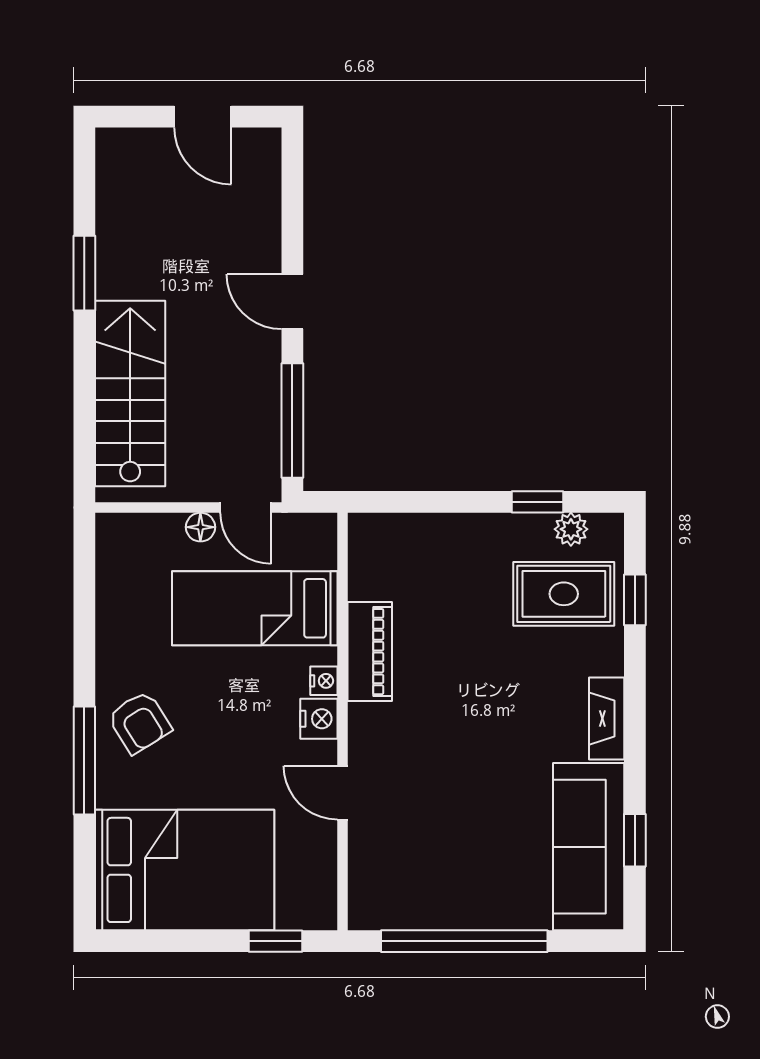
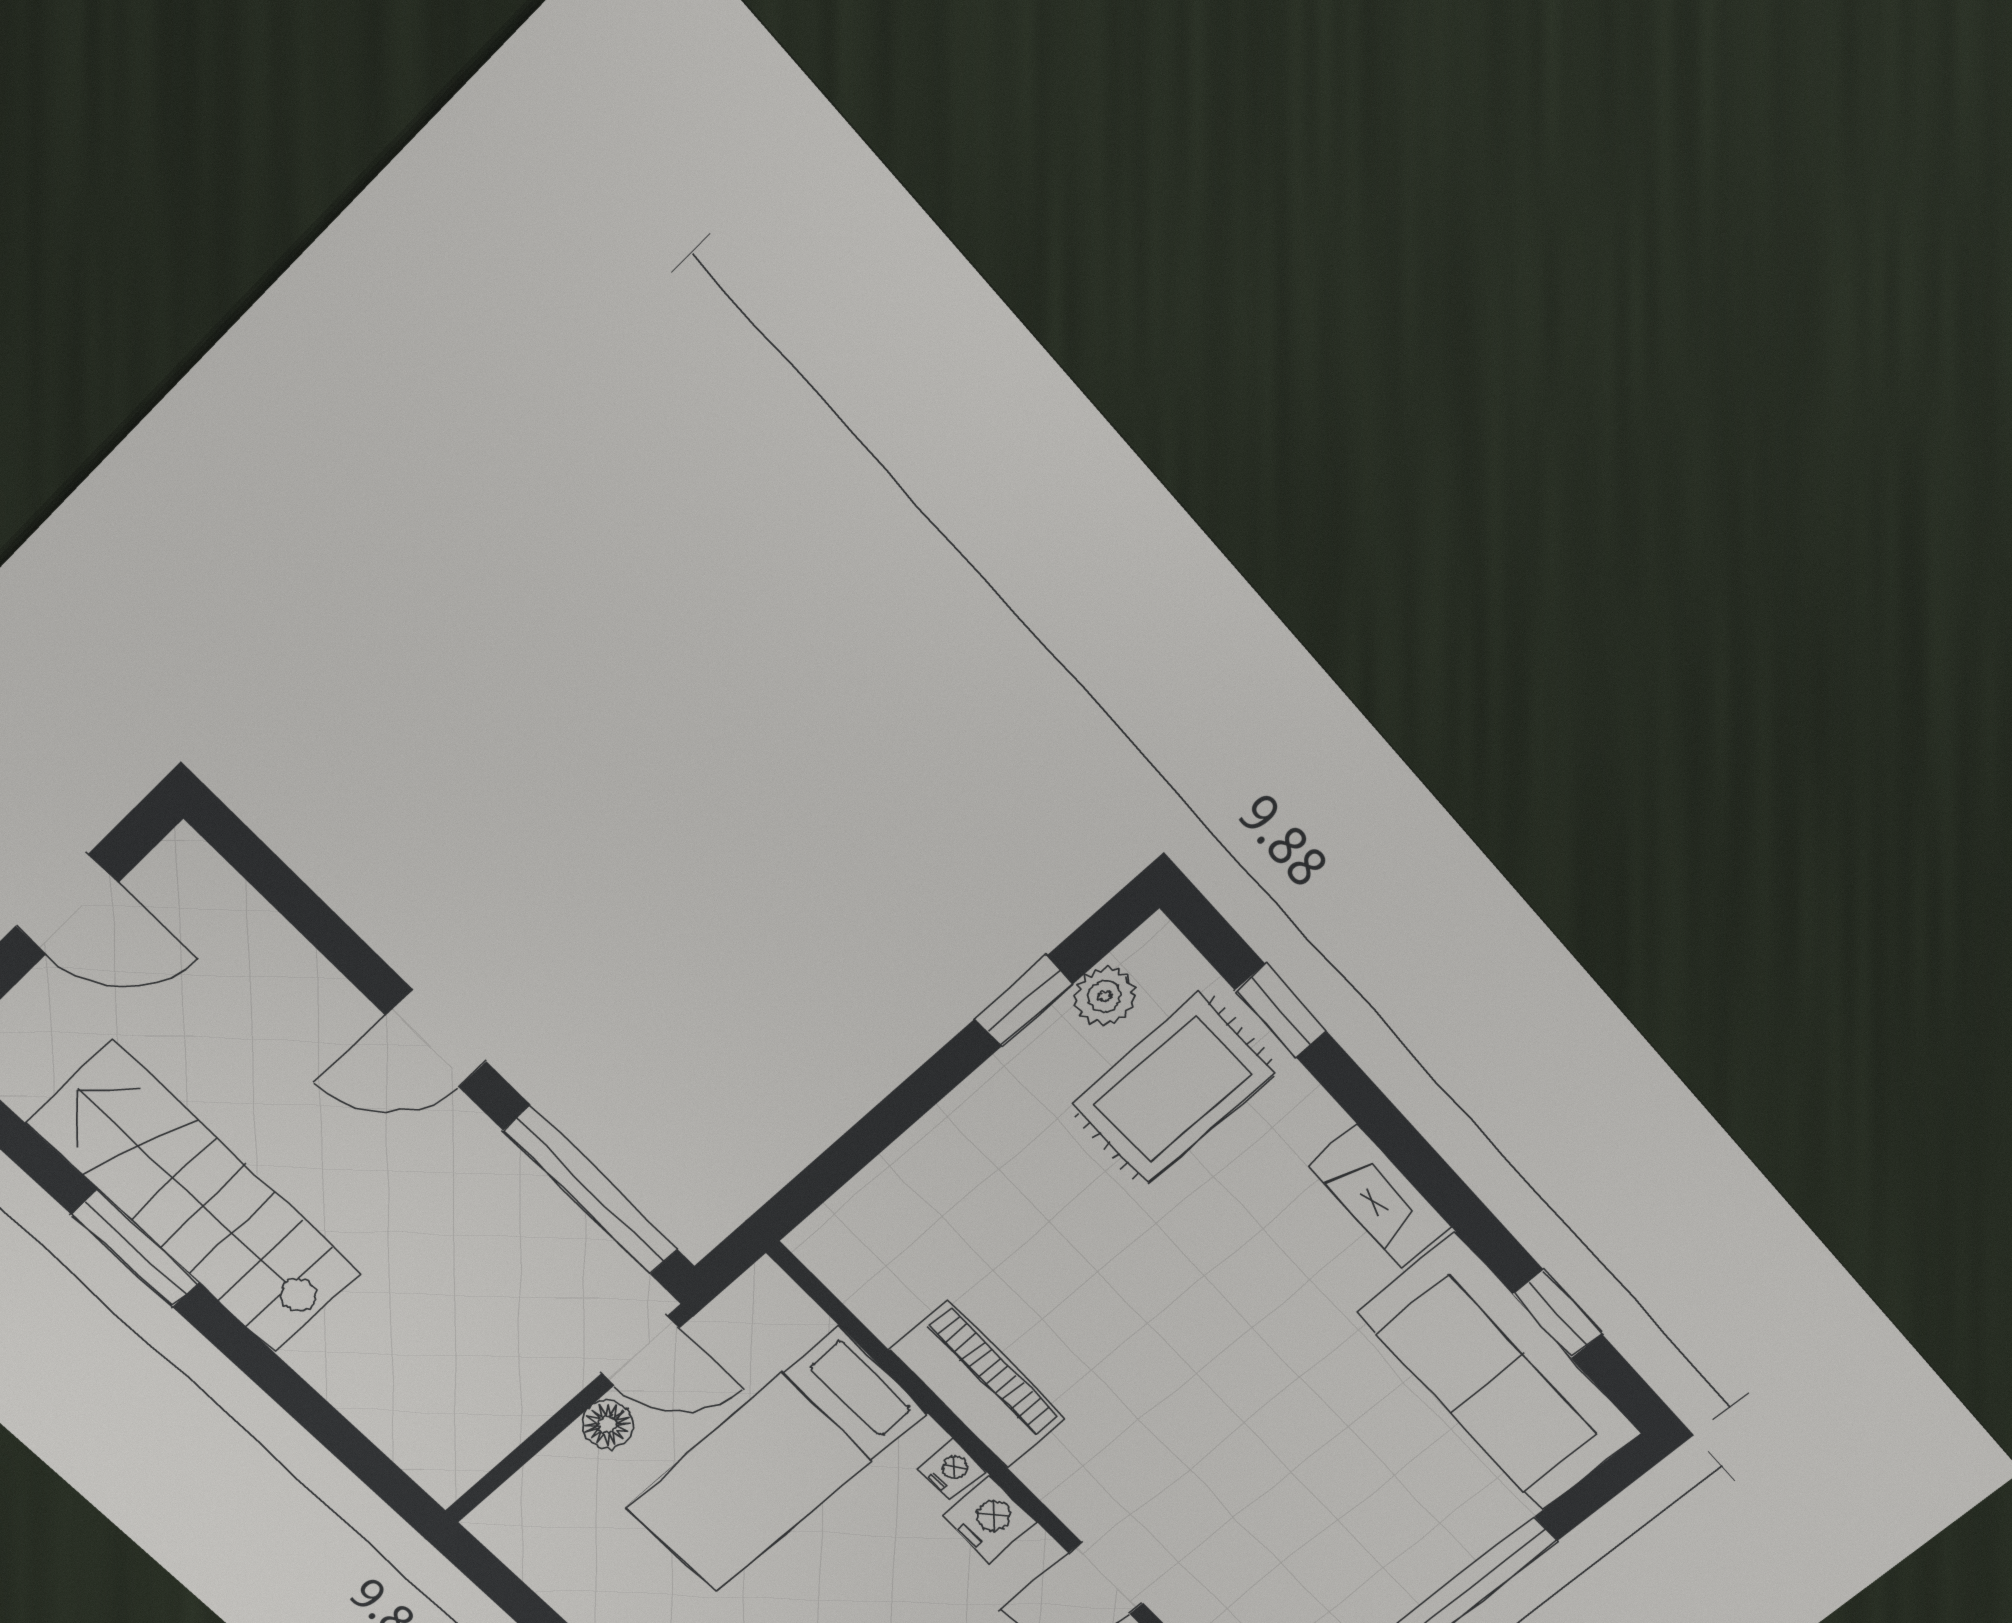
stairs: (130, 394) -> (194, 1198), moved

